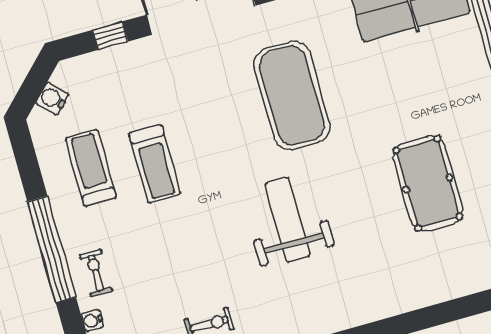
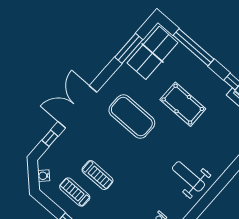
pool table: (428, 183) -> (183, 104), moved
weight bench: (287, 219) -> (189, 176), moved

